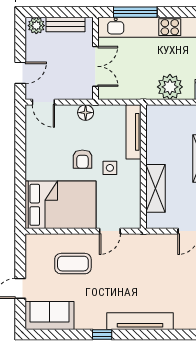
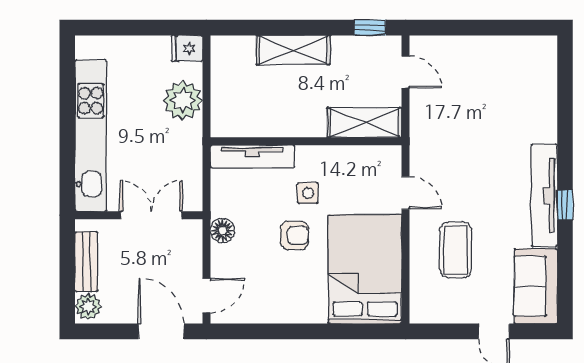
window: (135, 12) -> (67, 154), removed
door: (20, 73) -> (161, 331), width x1.38
shelving: (156, 188) -> (365, 123), moved
tv unit: (140, 321) -> (544, 195), moved

